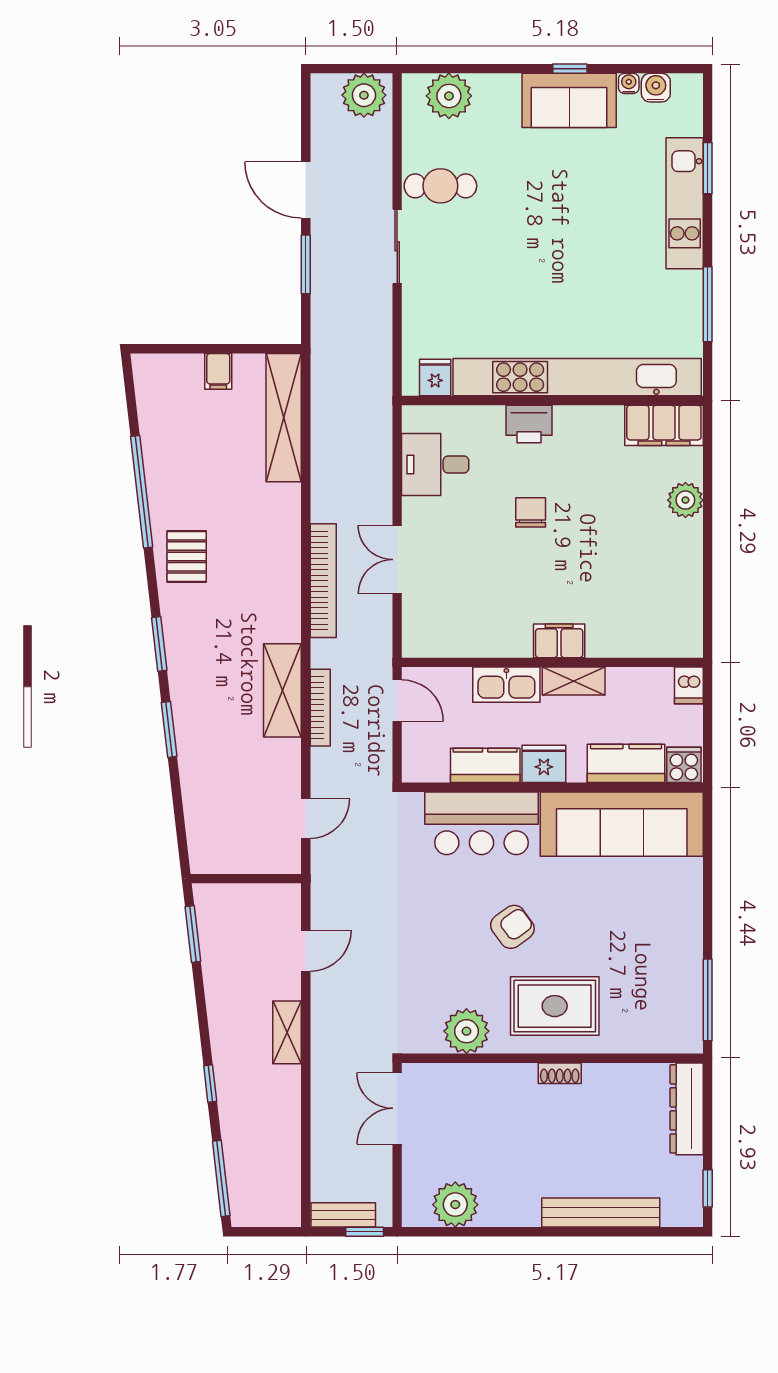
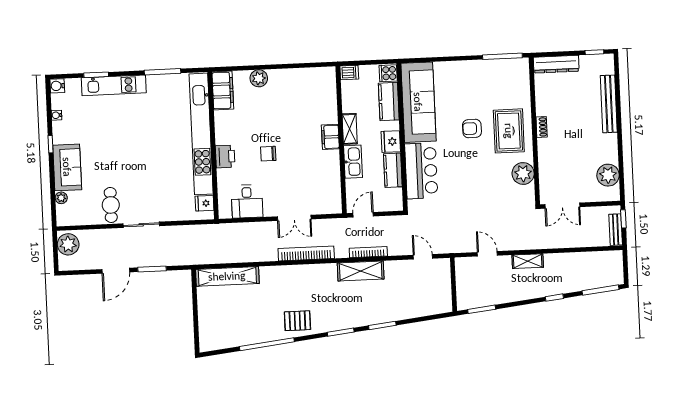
water cooler: (656, 88) -> (57, 86), moved
plant: (449, 96) -> (61, 198), width x0.53, depth x0.53
sofa: (569, 100) -> (67, 167), moved
filing cabinet: (218, 371) -> (206, 309), removed
armchair: (512, 927) -> (472, 129), moved, turned -54

